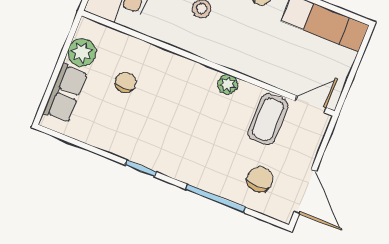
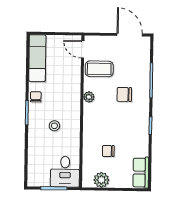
row of seats: (65, 93) -> (141, 173), moved, turned -90
chair: (260, 179) -> (124, 94), moved
door: (305, 192) -> (130, 35), hinge flipped

